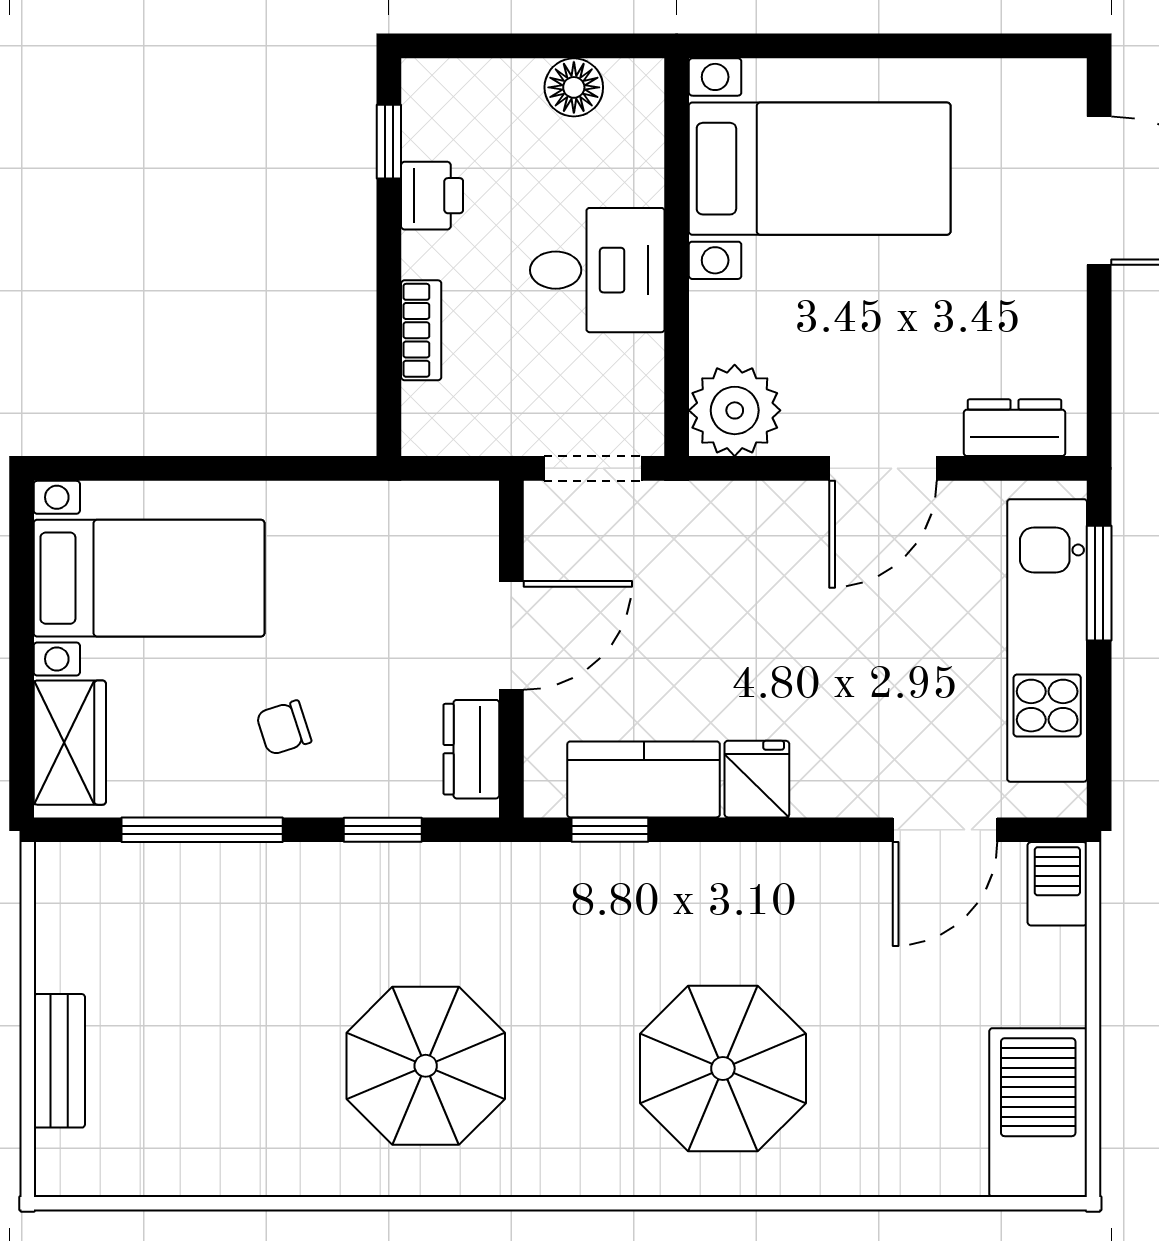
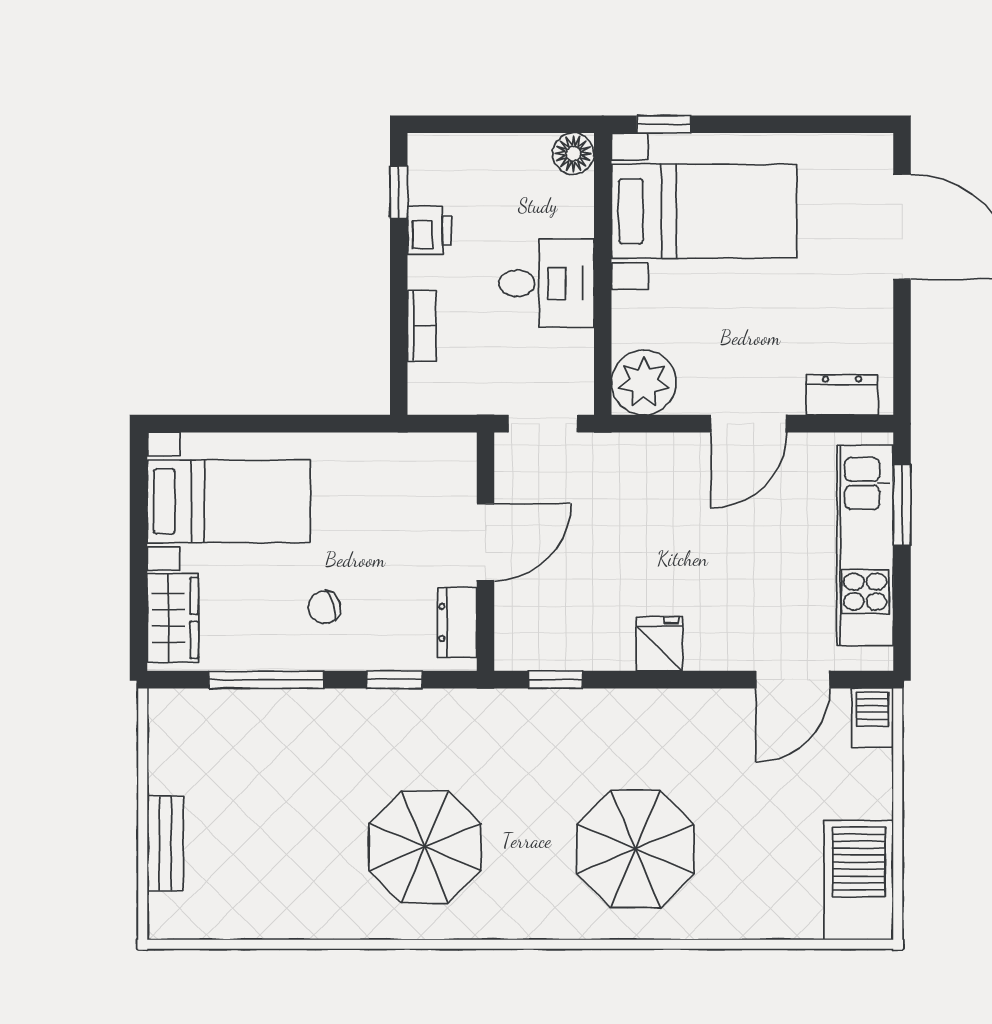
window: (763, 46) -> (664, 124), added
floor lamp: (574, 87) -> (573, 154), moved
kitchen counter: (644, 779) -> (579, 644), removed

